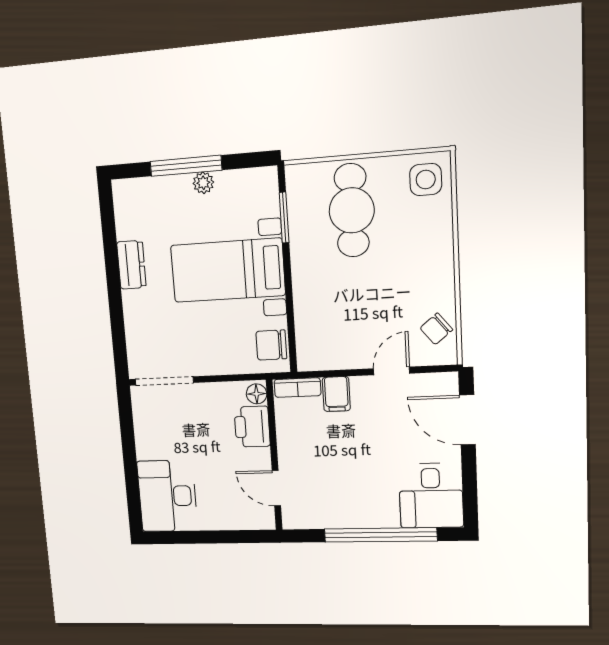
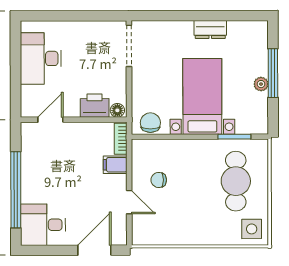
cafe table: (352, 210) -> (236, 181), turned 90
chair: (436, 329) -> (159, 180), moved, turned -51
desk: (167, 496) -> (41, 58), moved, turned -90

